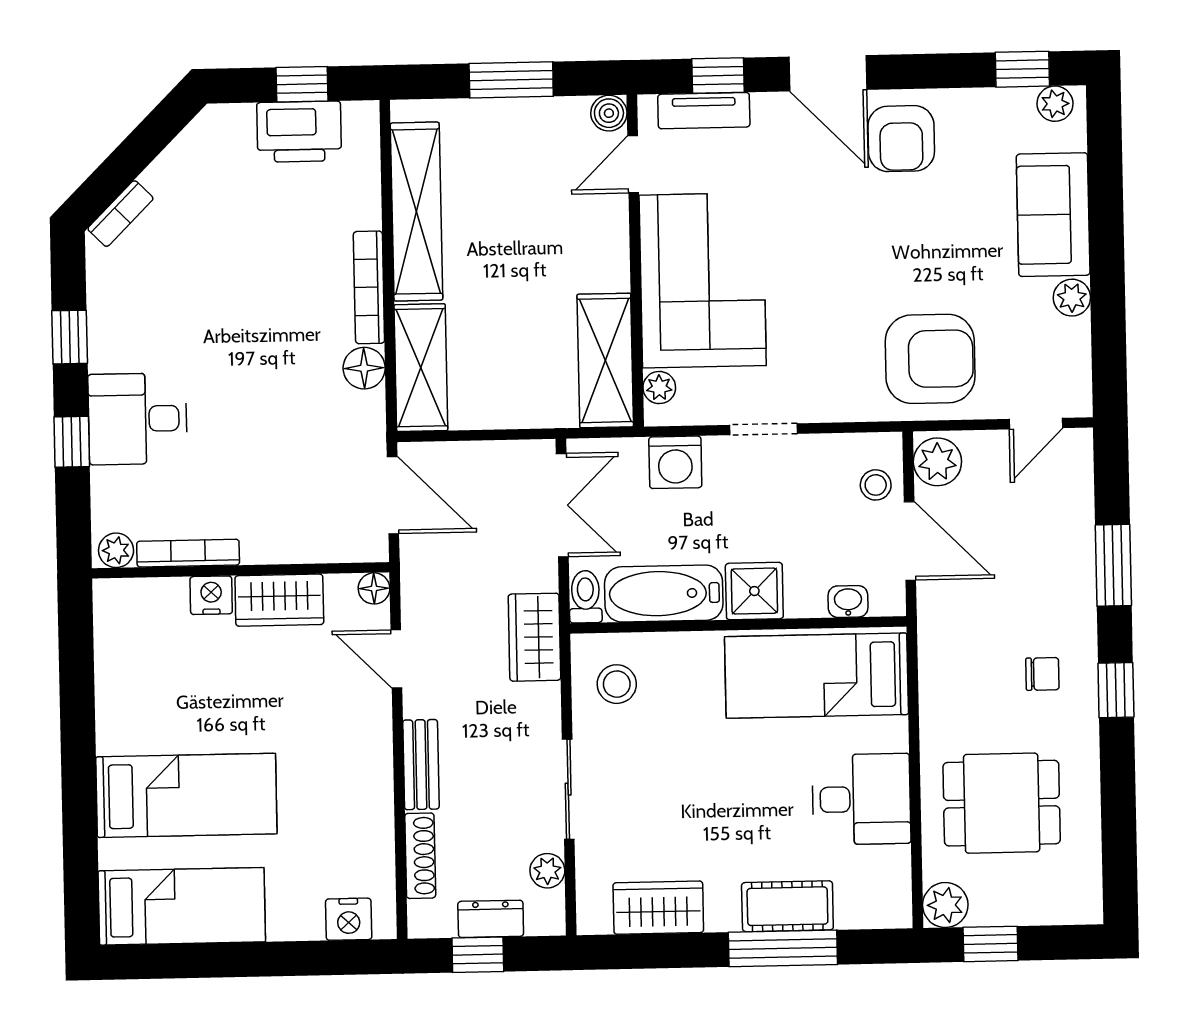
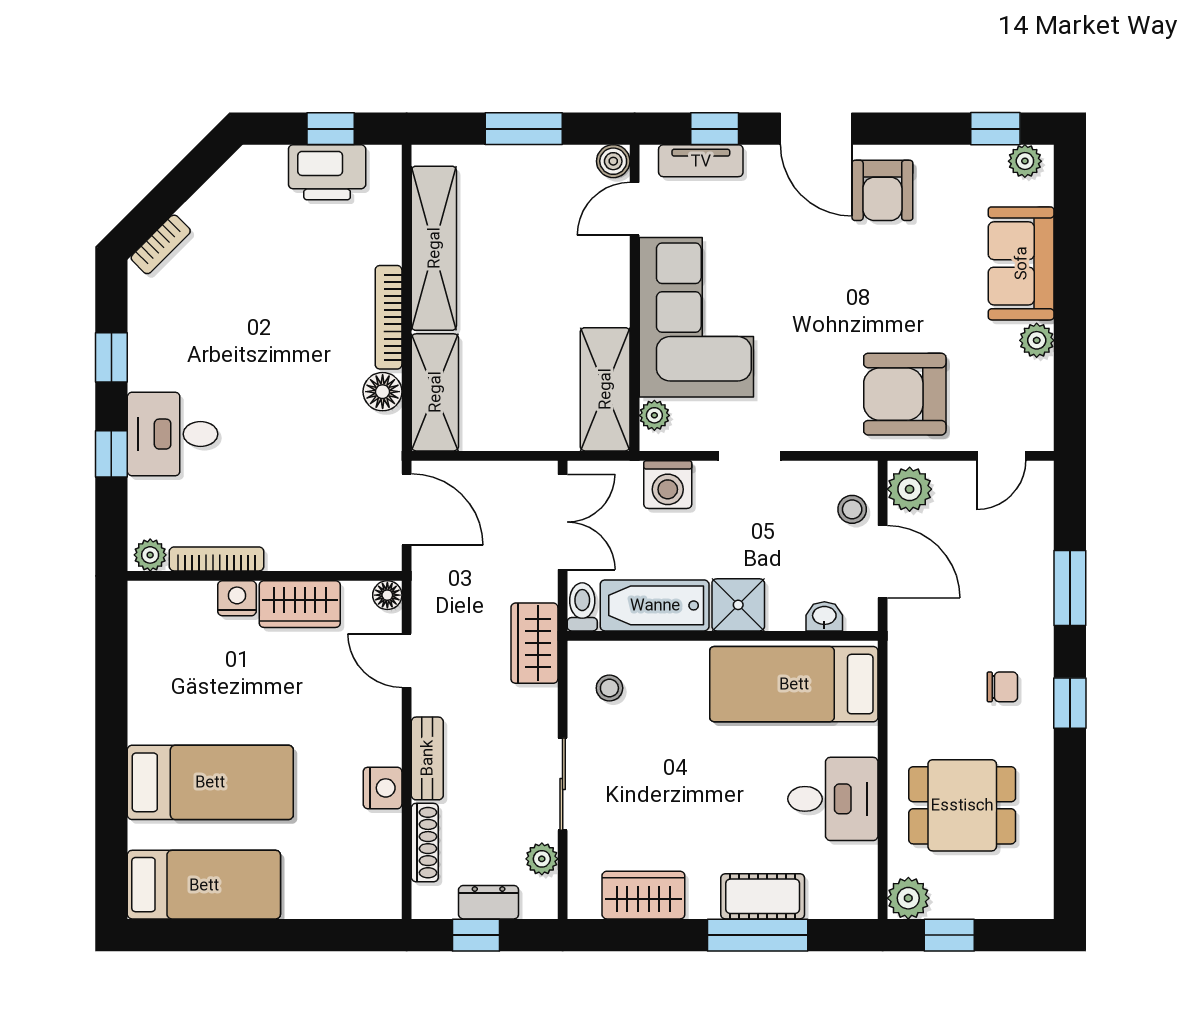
armchair: (930, 359) -> (905, 394), turned 180
stool: (617, 684) -> (609, 688), width x0.73, depth x0.73
nightstand: (349, 919) -> (383, 788), moved, turned -90

